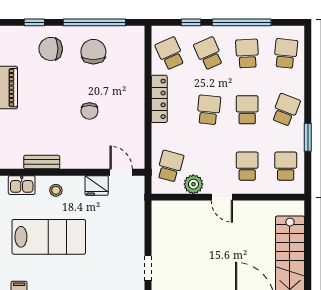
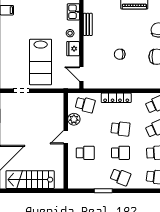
locker: (159, 99) -> (116, 98), moved
school desk: (286, 166) -> (85, 177), removed
door: (121, 172) -> (81, 74), swing flipped
fridge: (97, 185) -> (73, 49), moved
lab bench: (49, 237) -> (41, 62), moved

